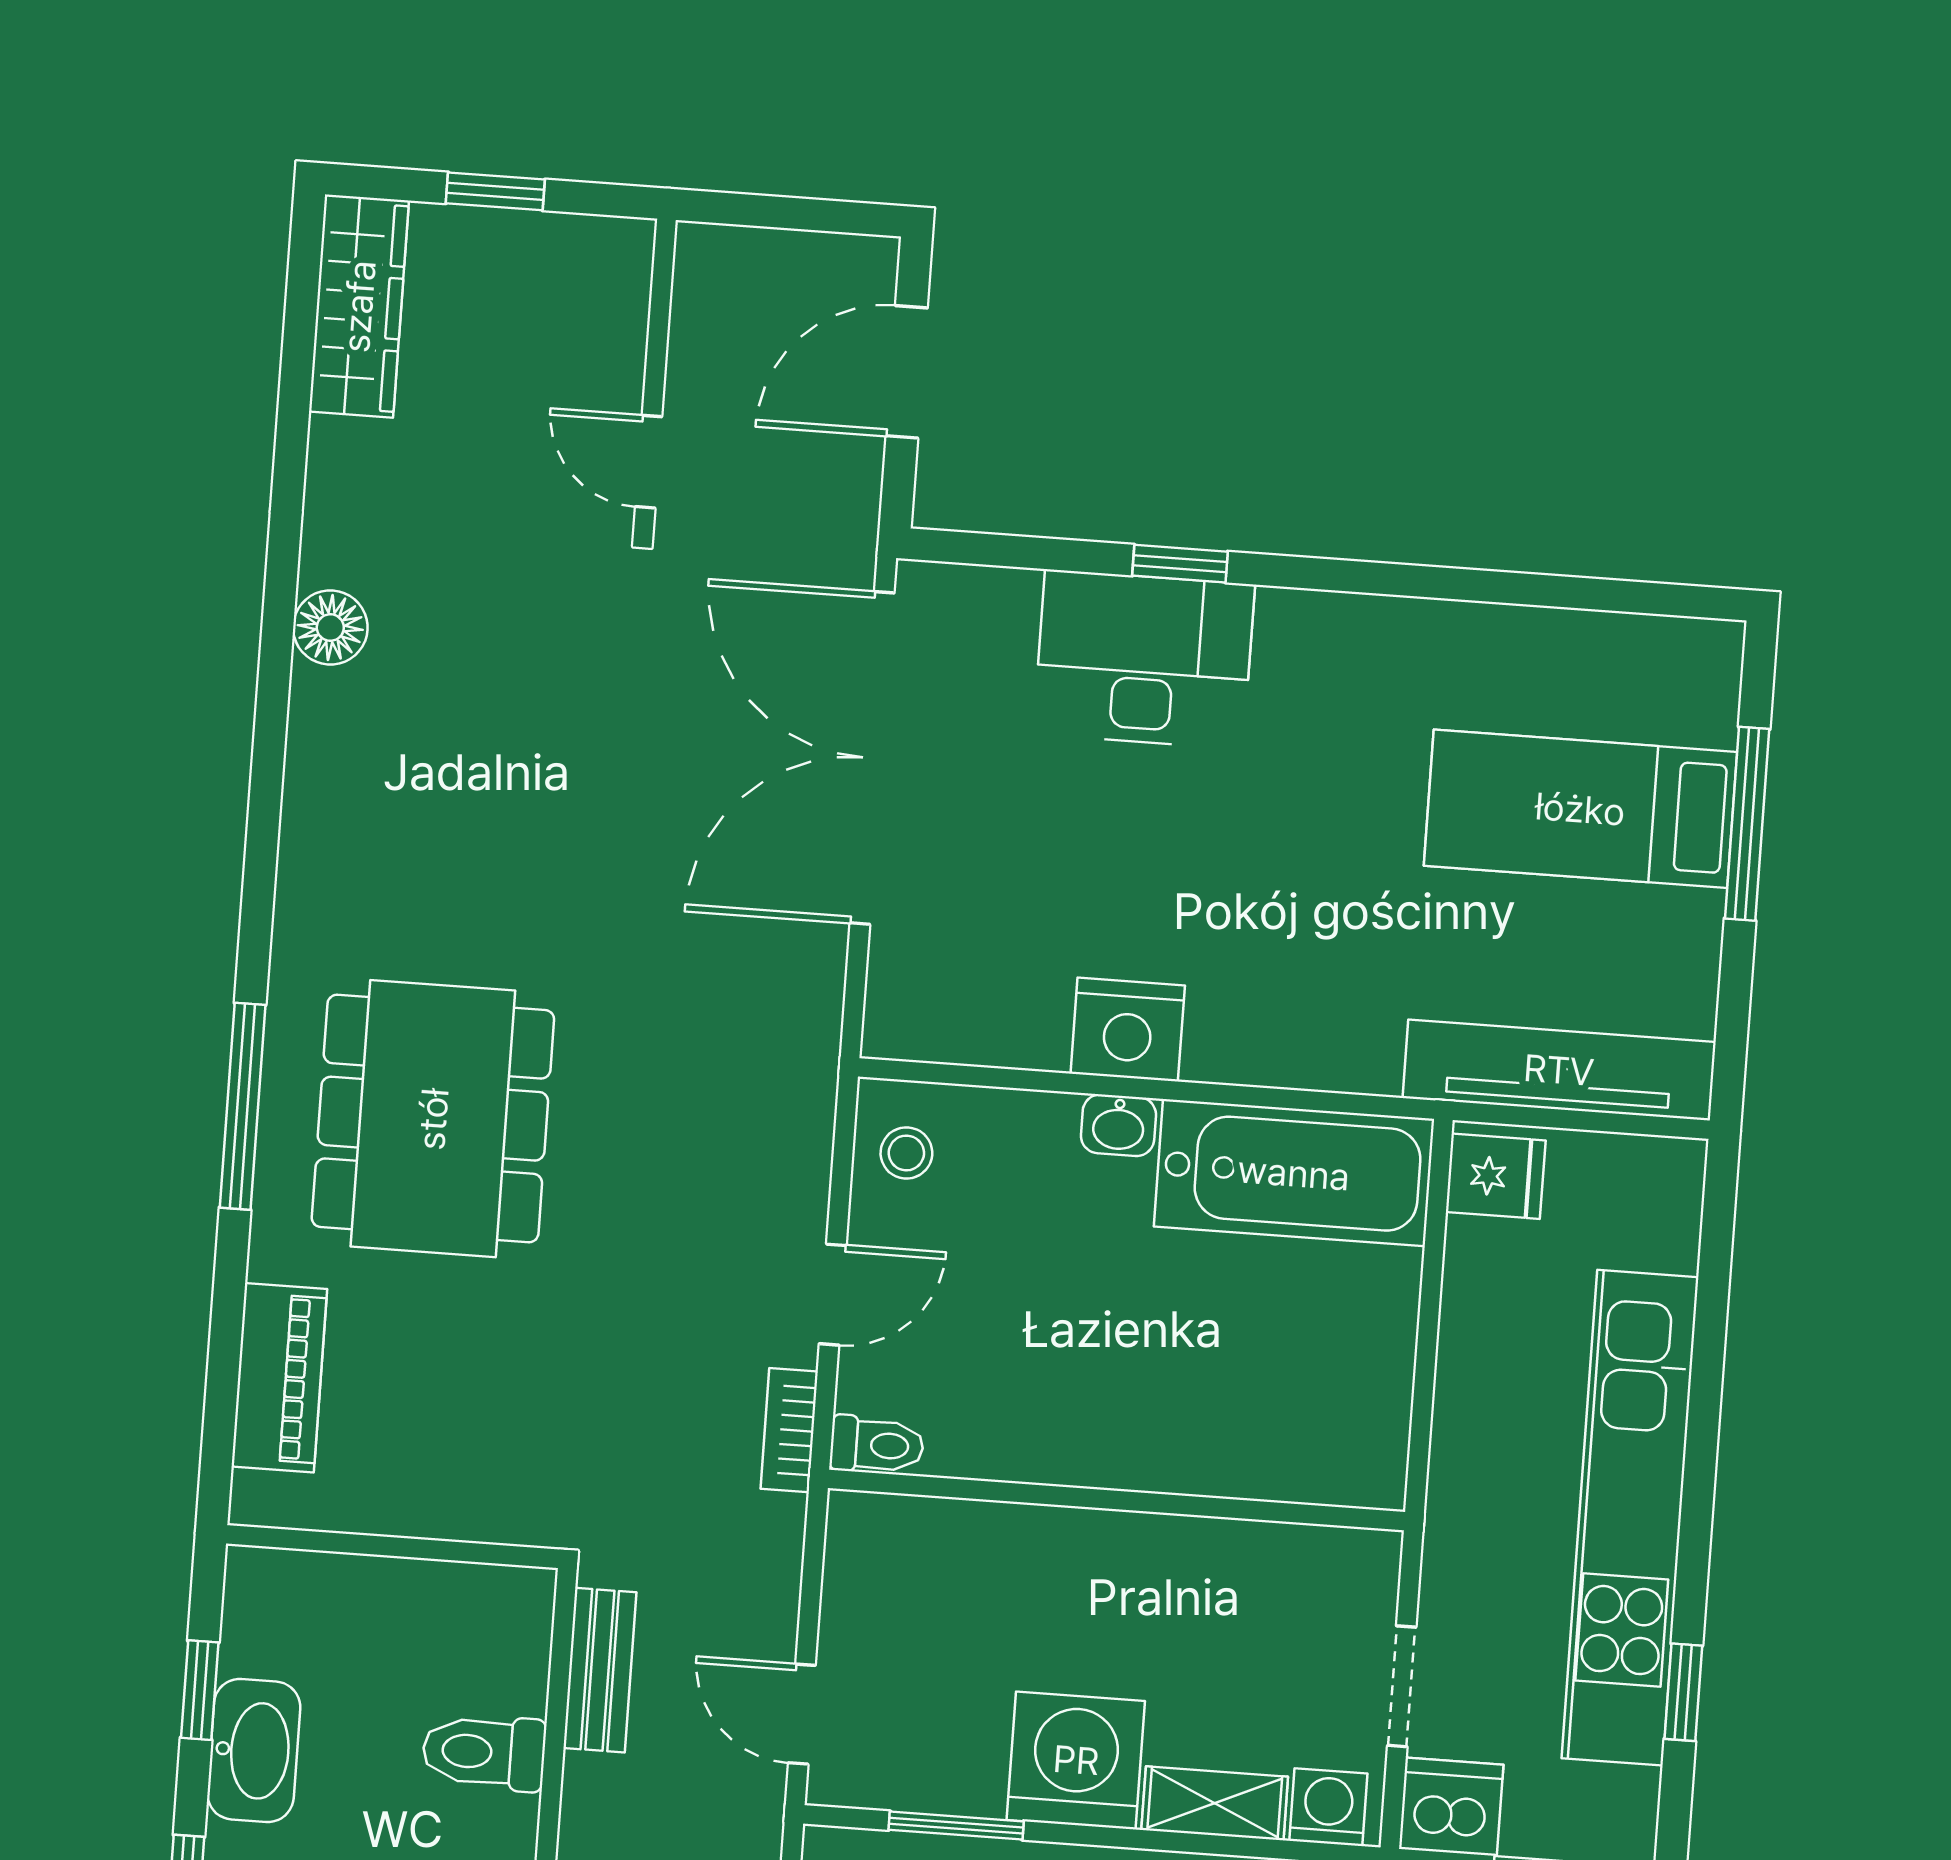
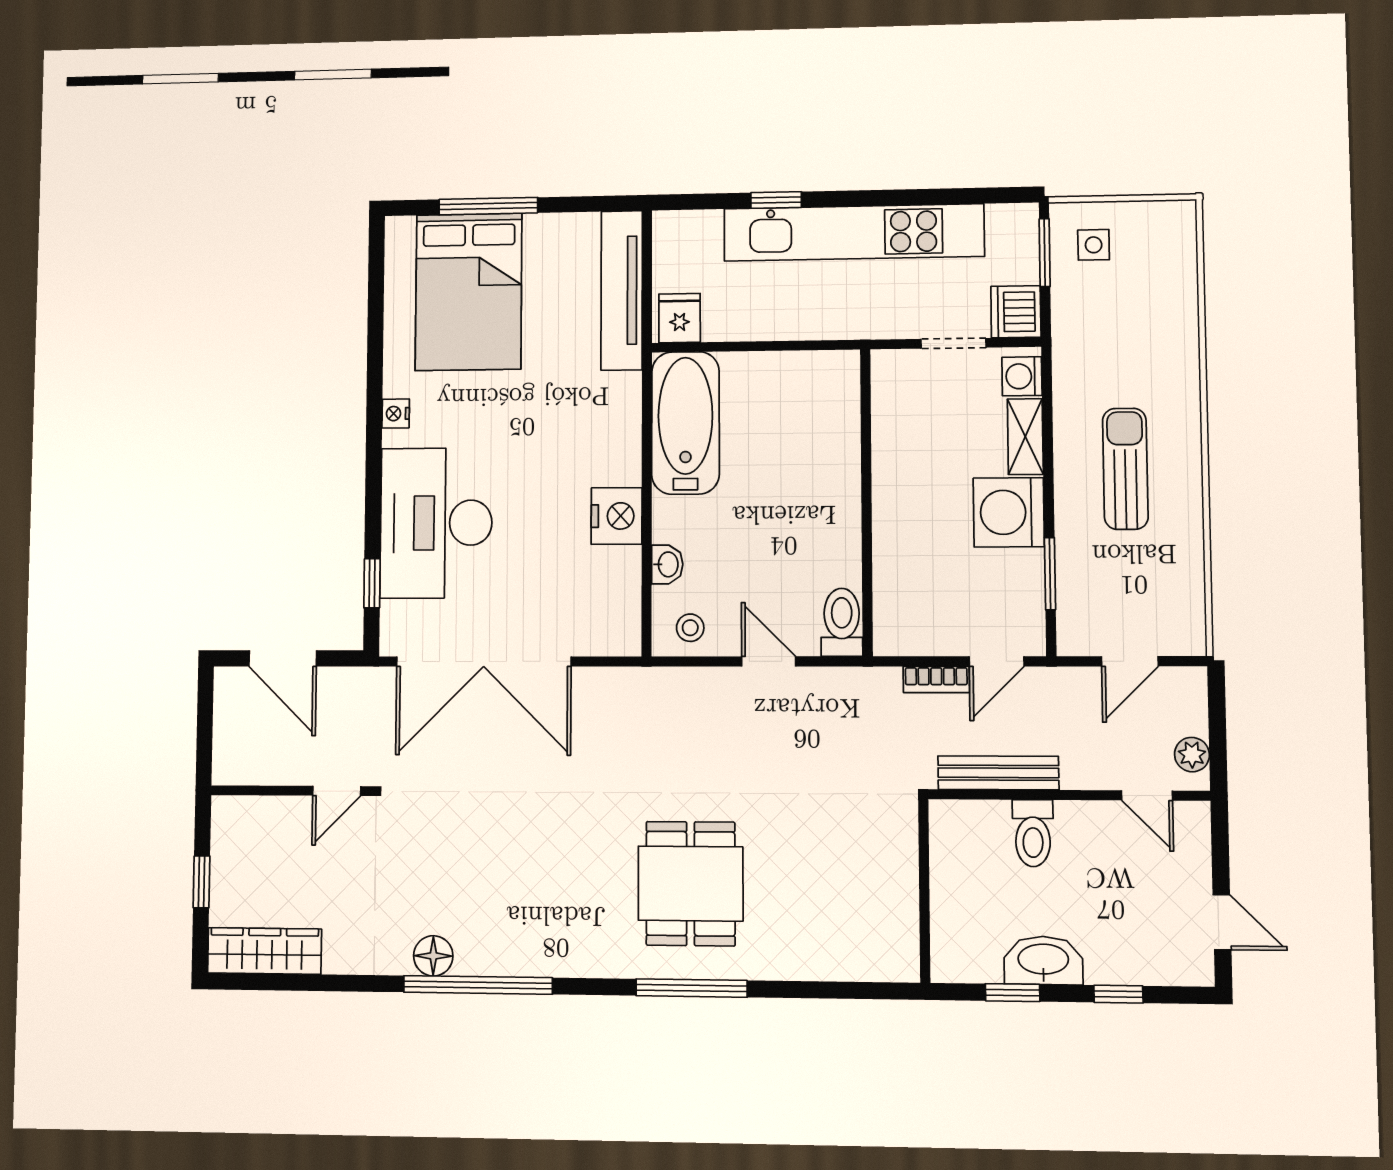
window: (1180, 564) -> (372, 583), moved
nightstand: (1359, 619) -> (396, 413), added
desk: (1144, 659) -> (436, 523), width x1.36, depth x1.30
window: (272, 708) -> (478, 985), added
bed: (1580, 809) -> (469, 292), width x1.50
dining table: (433, 1119) -> (691, 884), width x0.73
washbasin: (1118, 1125) -> (667, 564), moved
piano: (279, 1378) -> (837, 959), removed
bookcase: (789, 1430) -> (936, 679), moved
toilet: (877, 1445) -> (842, 622), width x1.37, depth x1.39
bench: (600, 1670) -> (998, 773), width x1.36
window: (1683, 1692) -> (776, 200), moved

